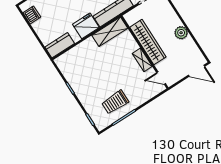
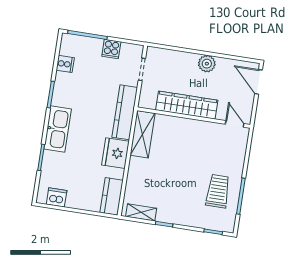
shelving: (142, 60) -> (141, 212), moved
door: (197, 71) -> (259, 82), swing flipped
door: (161, 78) -> (235, 124), swing flipped
trolley: (115, 102) -> (218, 191), turned 180

